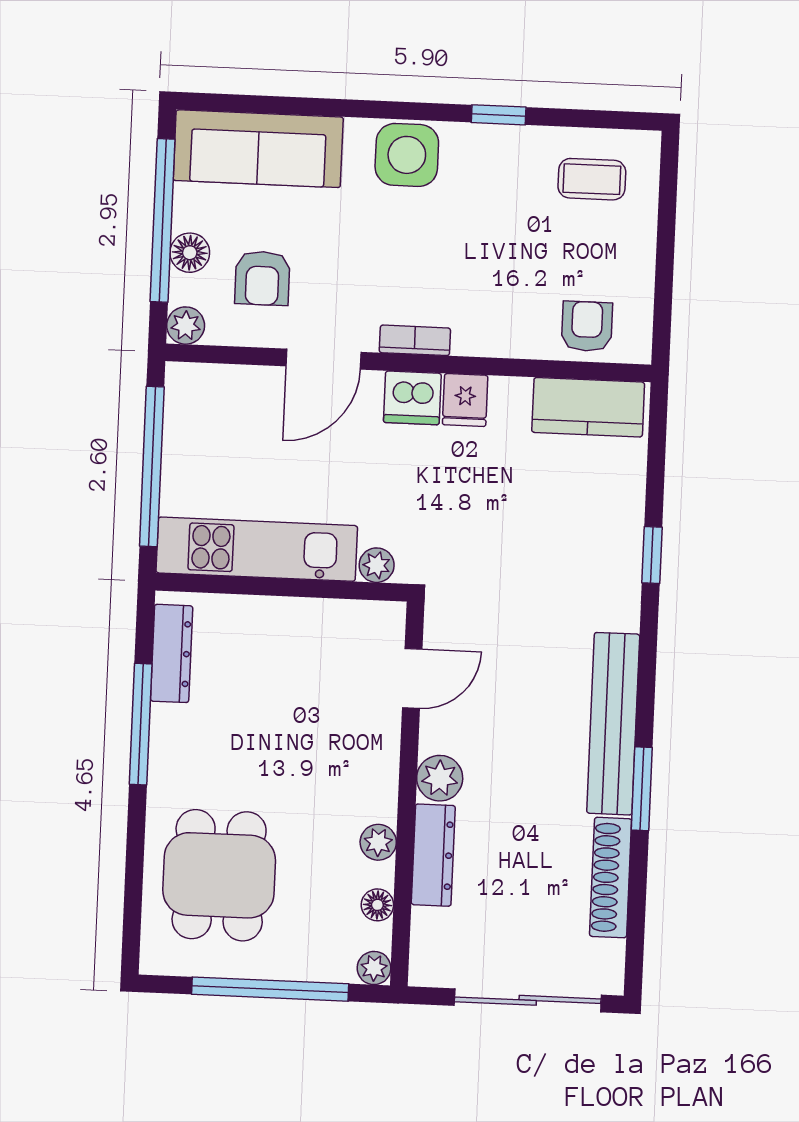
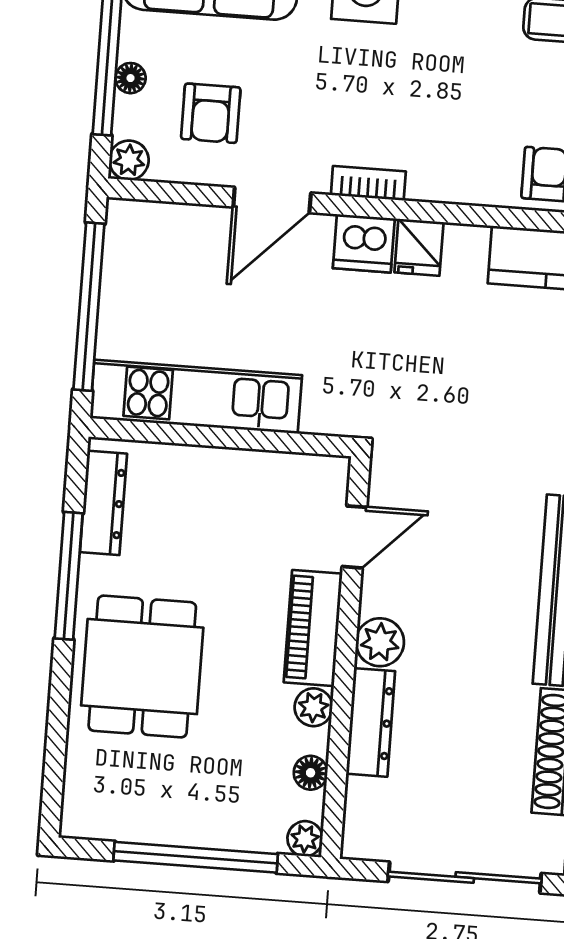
floor lamp: (190, 253) -> (131, 78), width x0.73, depth x0.73
plant: (377, 565) -> (321, 417), removed
piano: (375, 767) -> (313, 628), added
dining table: (219, 875) -> (142, 667), moved

